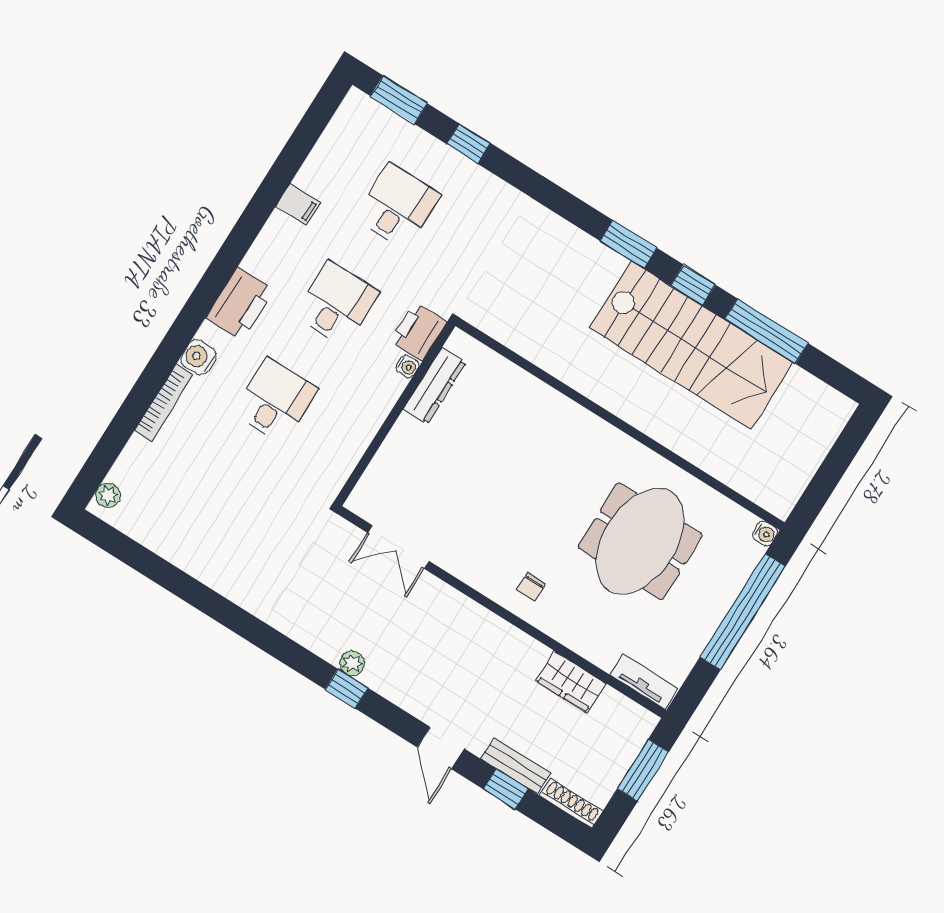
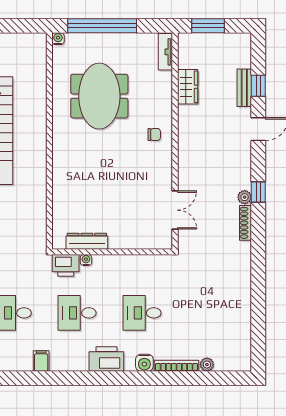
plant: (108, 495) -> (207, 365), moved
meeting table: (640, 541) -> (99, 96), turned 90
shoe rack: (571, 803) -> (246, 223), moved

